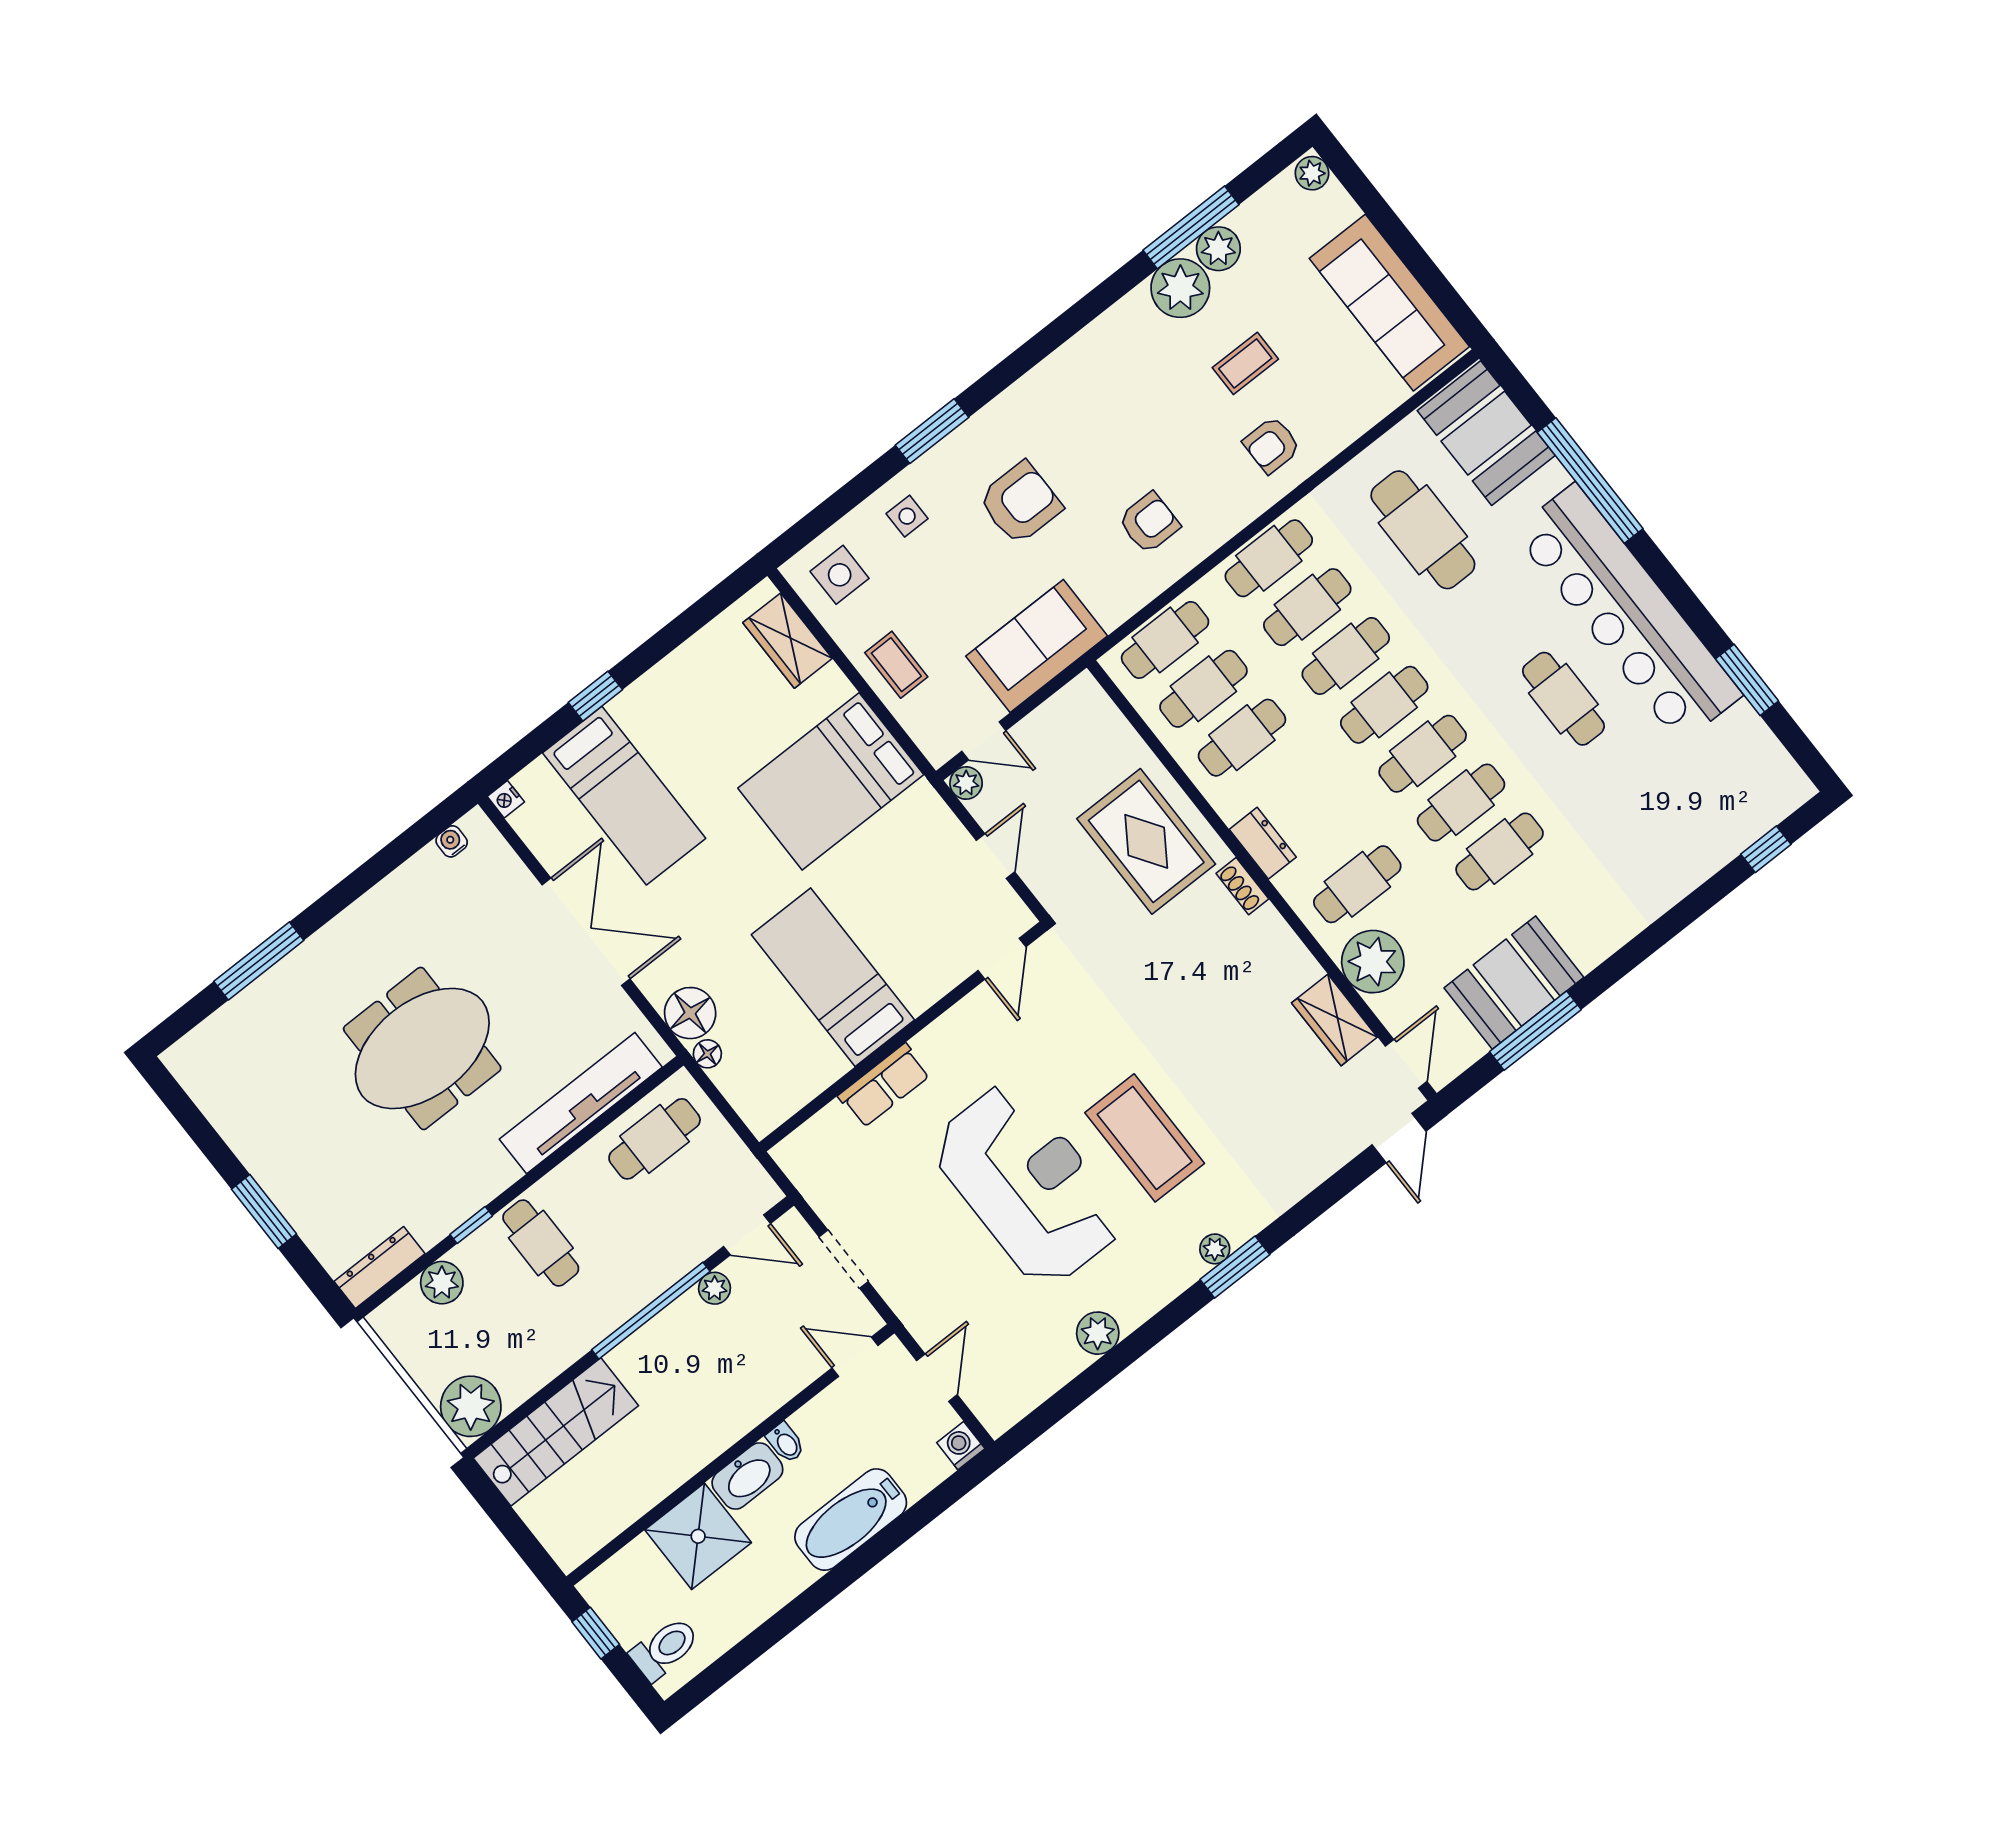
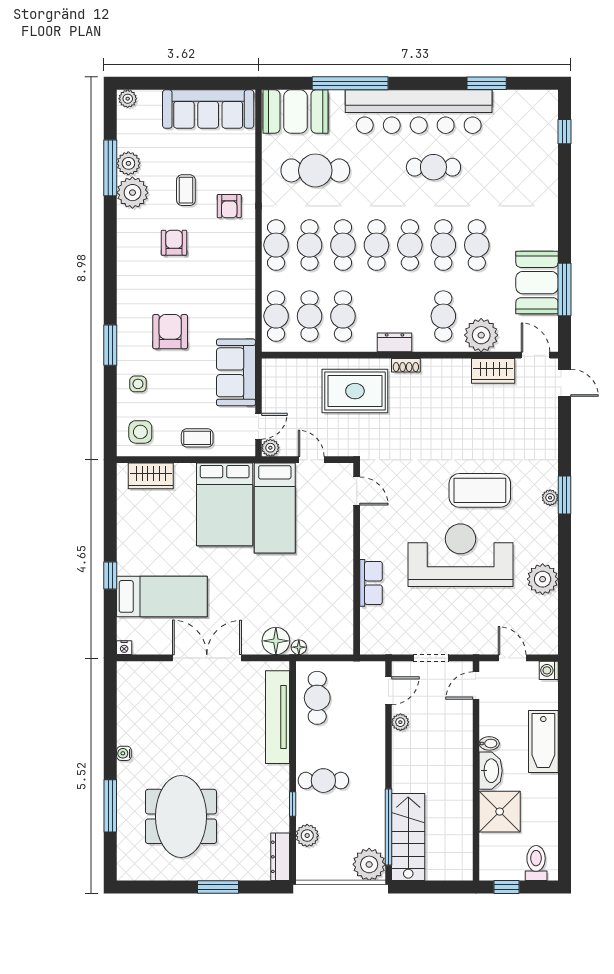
armchair: (1149, 523) -> (174, 243), moved
water cooler: (452, 841) -> (124, 753), moved
bed: (833, 977) -> (275, 508), moved, turned -90
meeting table: (422, 1048) -> (181, 816), moved
window: (651, 1311) -> (389, 827), moved
plant: (1098, 1333) -> (543, 579), width x1.36, depth x1.36

